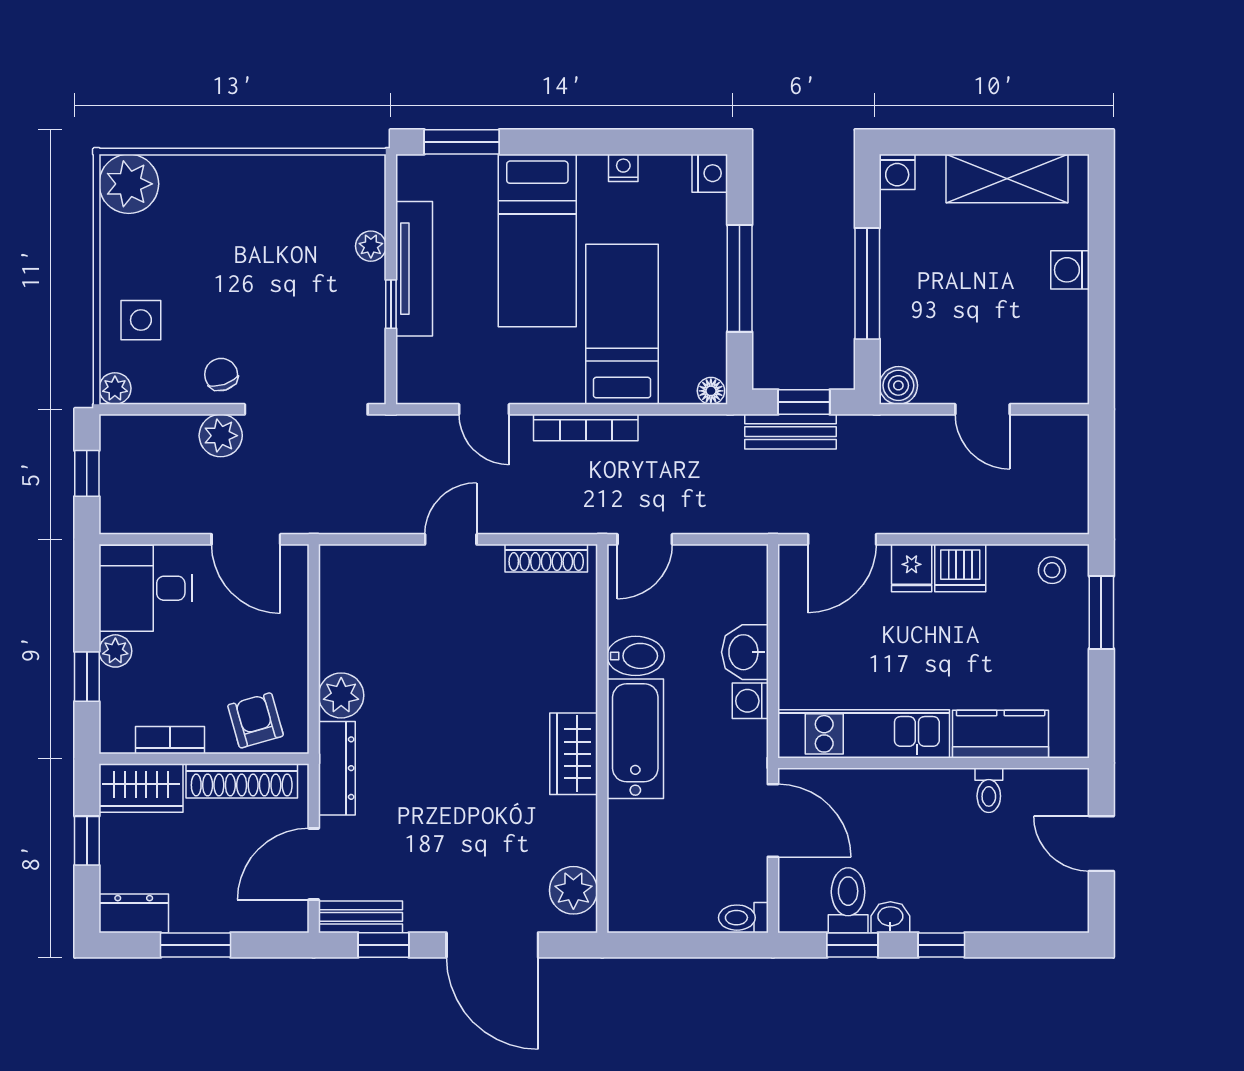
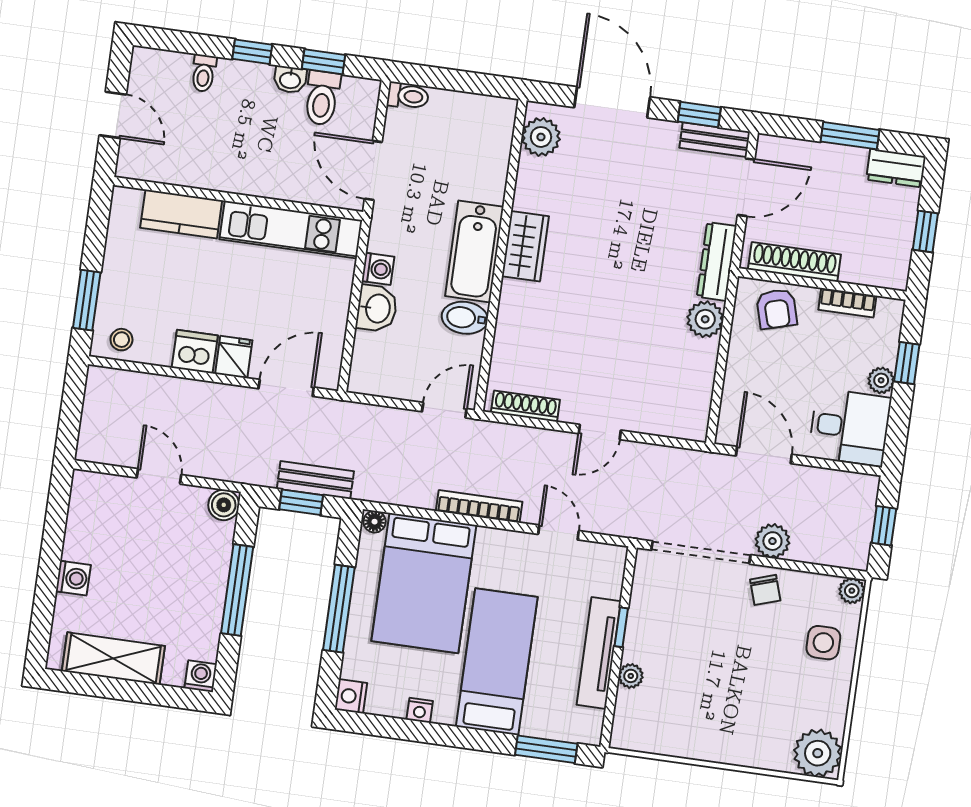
bed: (622, 324) -> (424, 583), width x1.50
wardrobe: (141, 788) -> (876, 268), removed
toilet: (989, 790) -> (204, 73), moved, turned 180

